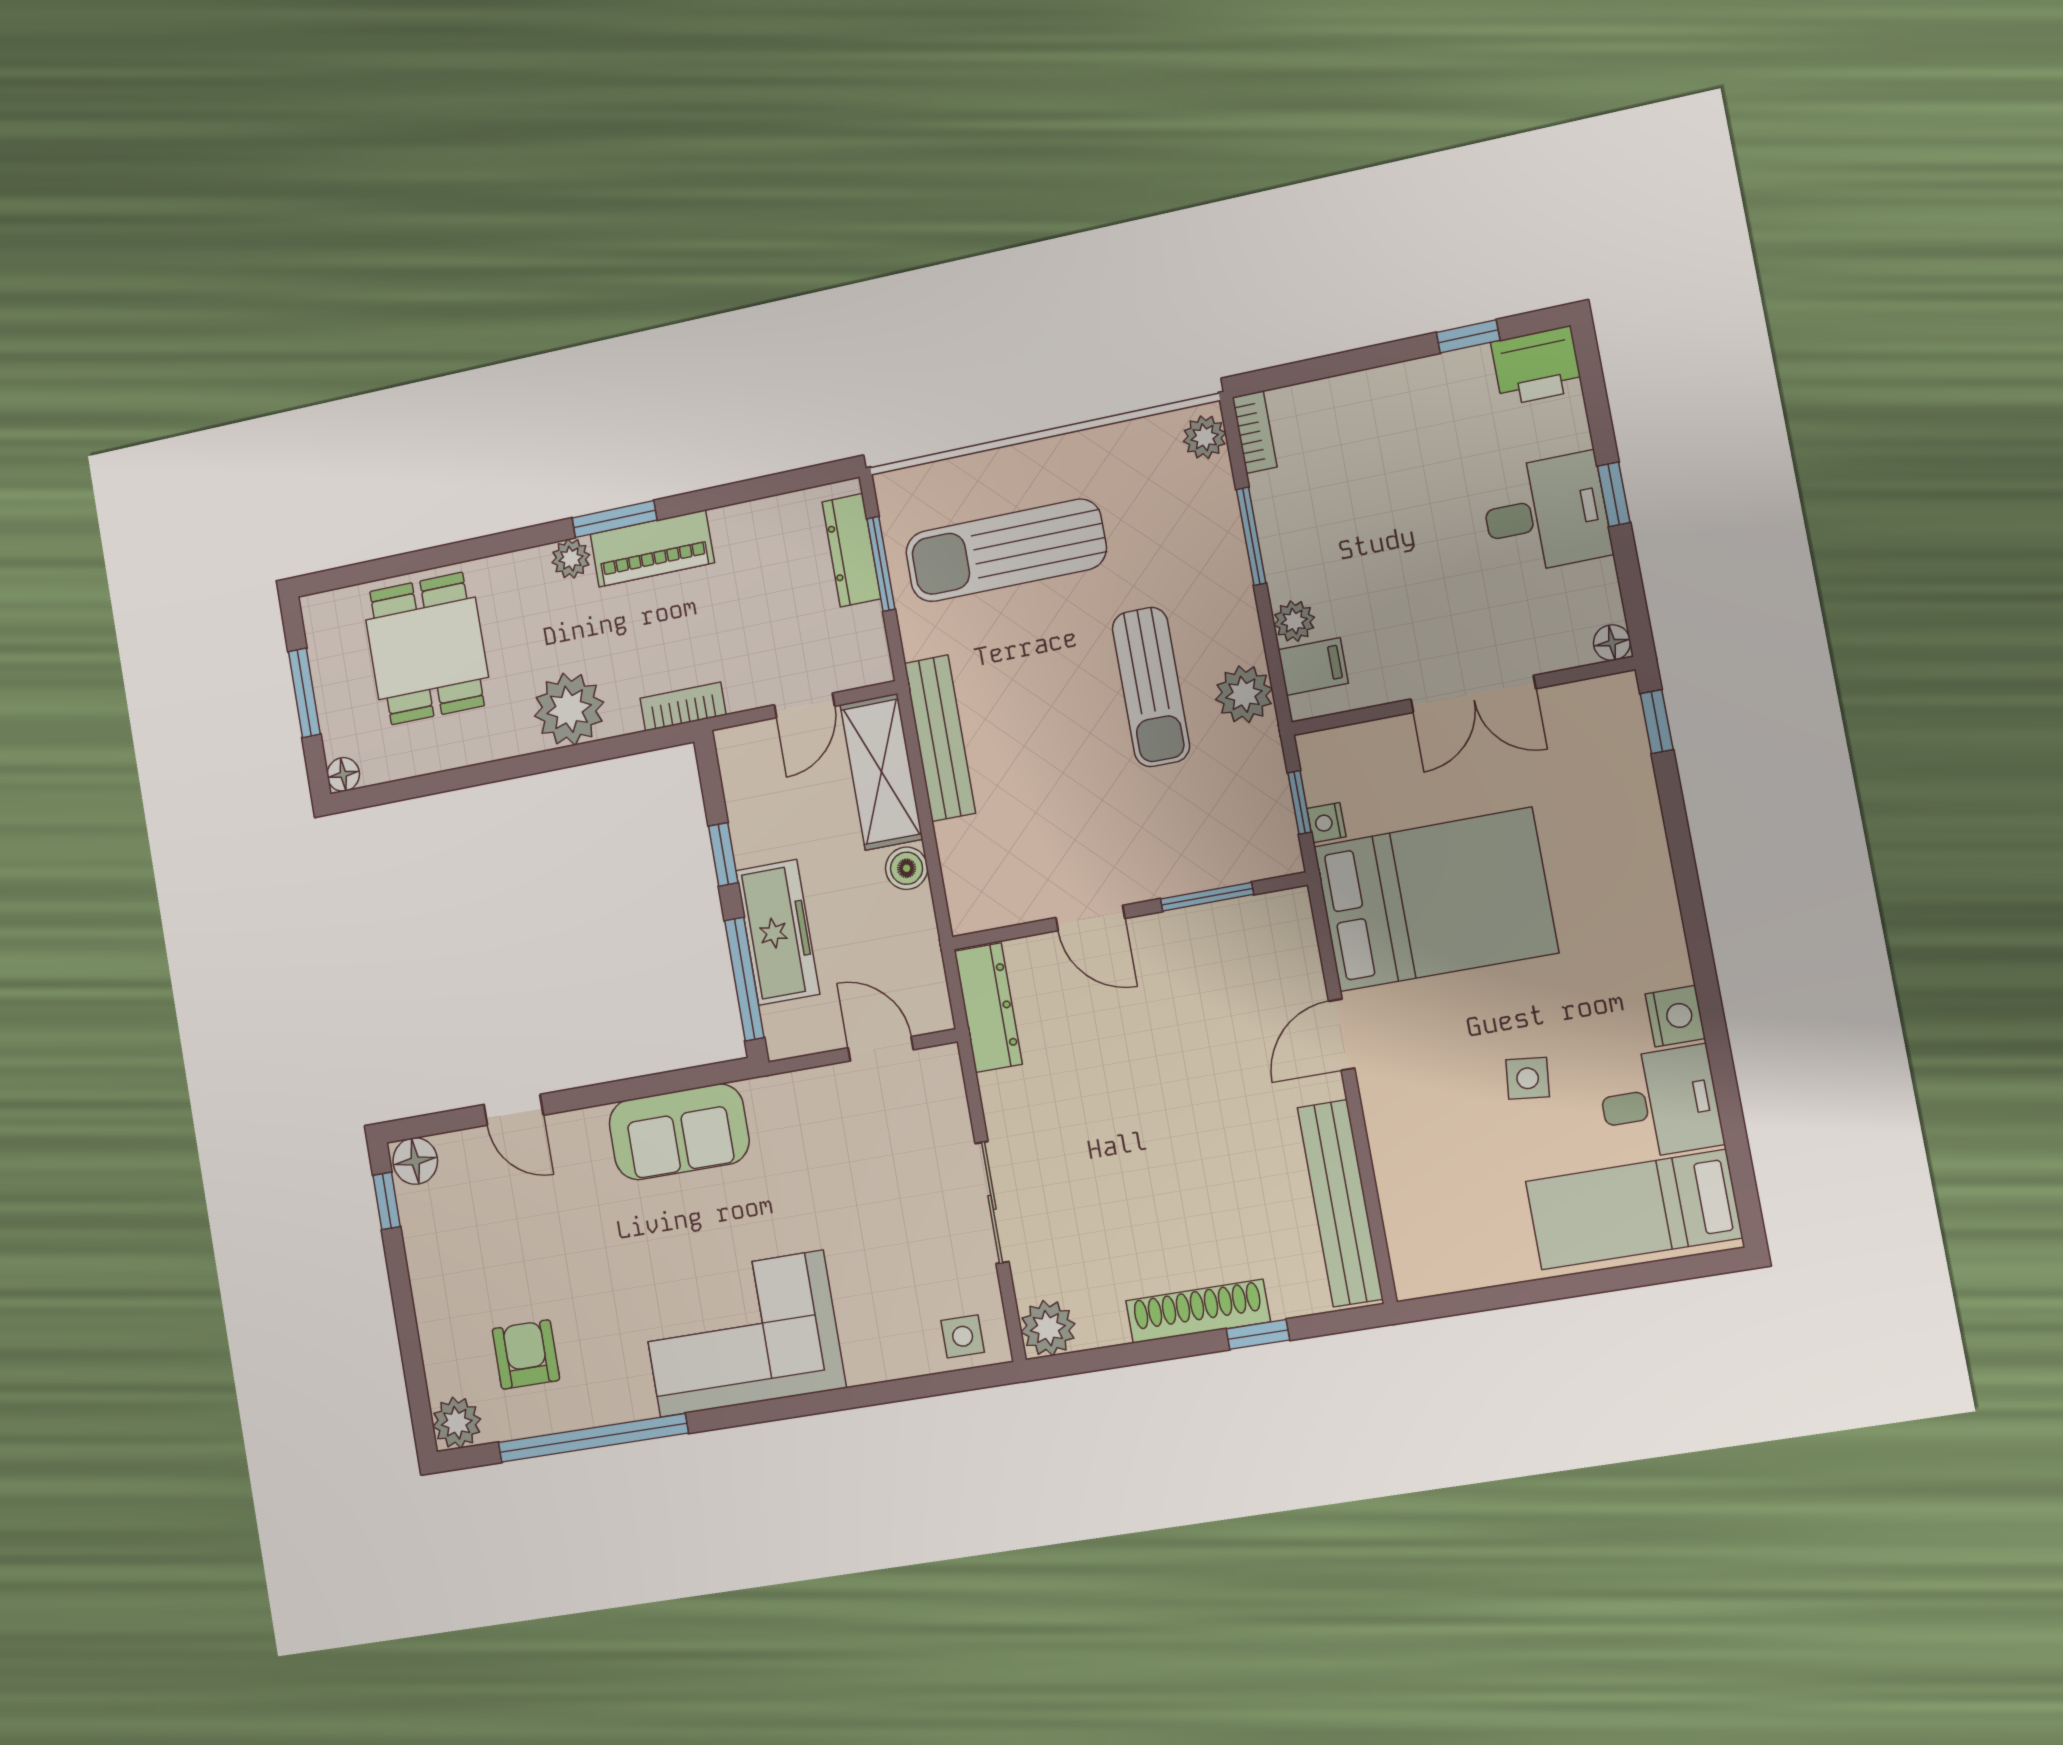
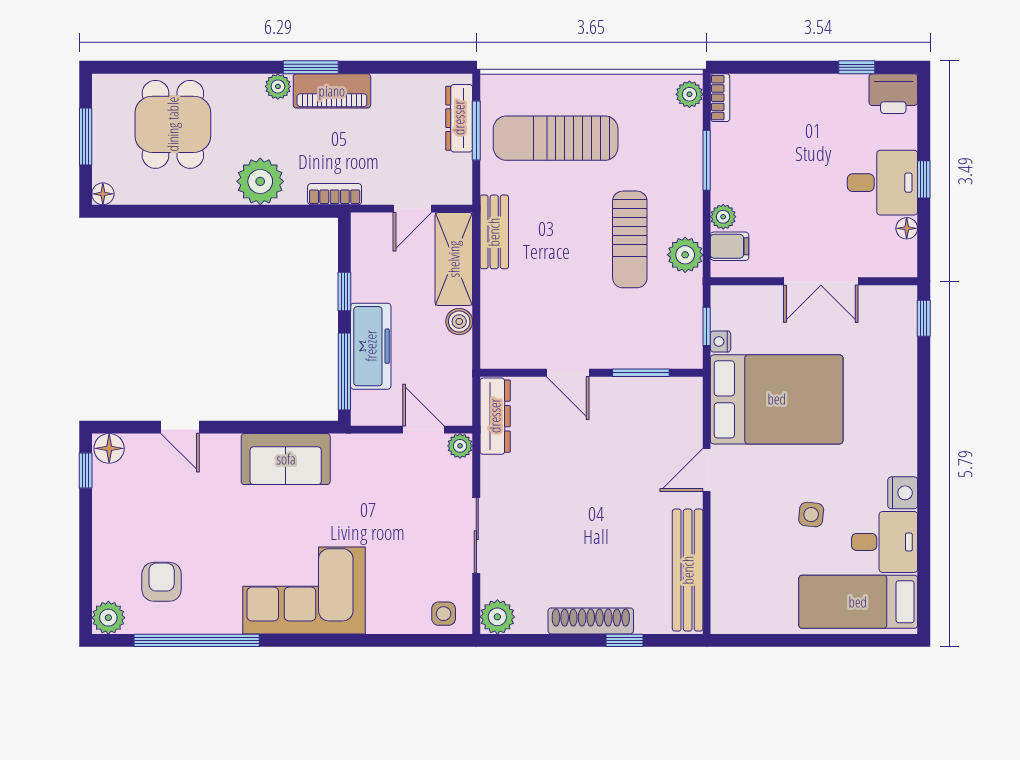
floor lamp: (1612, 643) -> (907, 228), moved
bench: (940, 738) -> (494, 232), width x0.73
plant: (942, 1065) -> (460, 446), added

